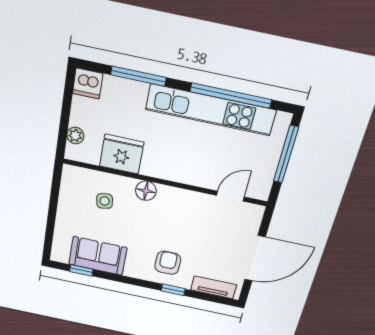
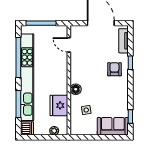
kitchen unit: (210, 110) -> (27, 77), width x1.36
sofa: (98, 256) -> (113, 126), moved, turned 90
armchair: (168, 263) -> (114, 69), turned 90

